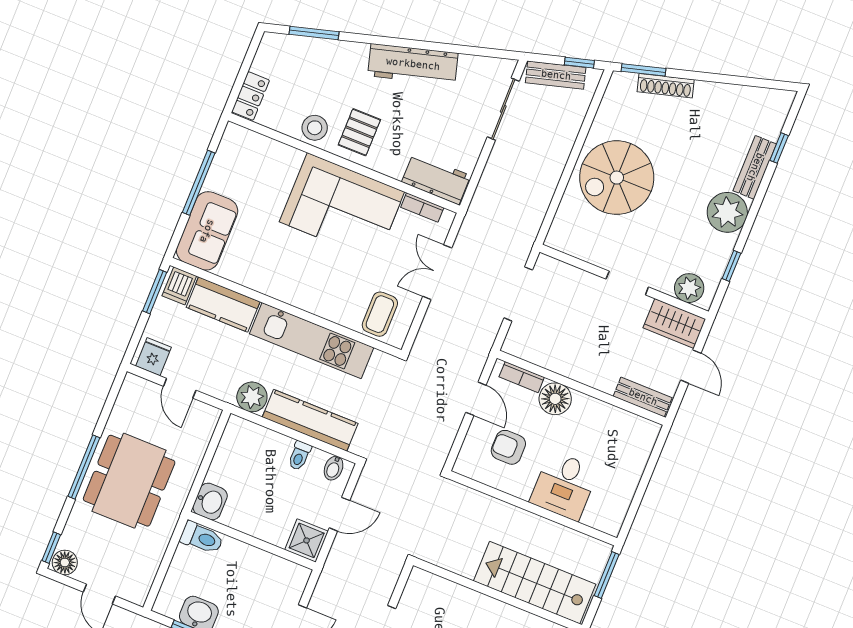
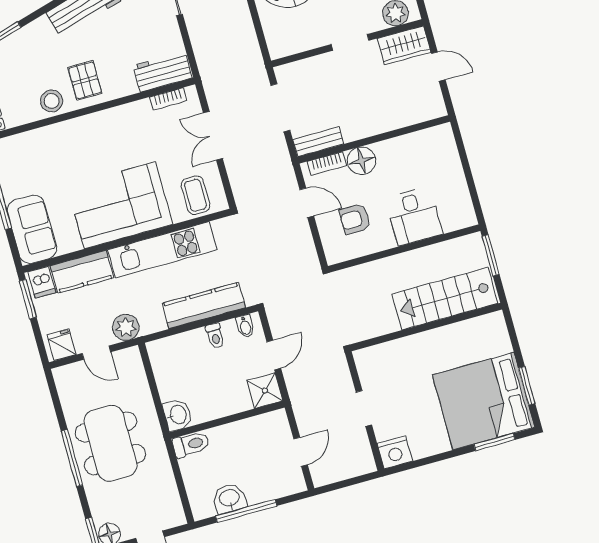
corner sofa: (342, 207) -> (120, 205), moved, turned 180
plant: (252, 397) -> (126, 327), moved
bench: (643, 397) -> (318, 142), moved

